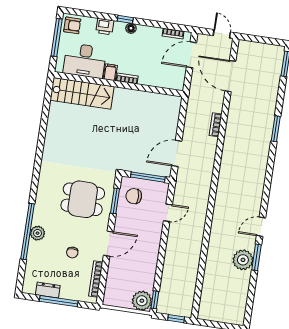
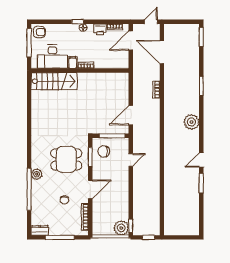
printer: (105, 27) -> (100, 29), moved
door: (222, 34) -> (151, 22), hinge flipped
plant: (38, 233) -> (37, 174), moved
plant: (243, 260) -> (191, 122), moved
dresser: (48, 290) -> (40, 230), moved

